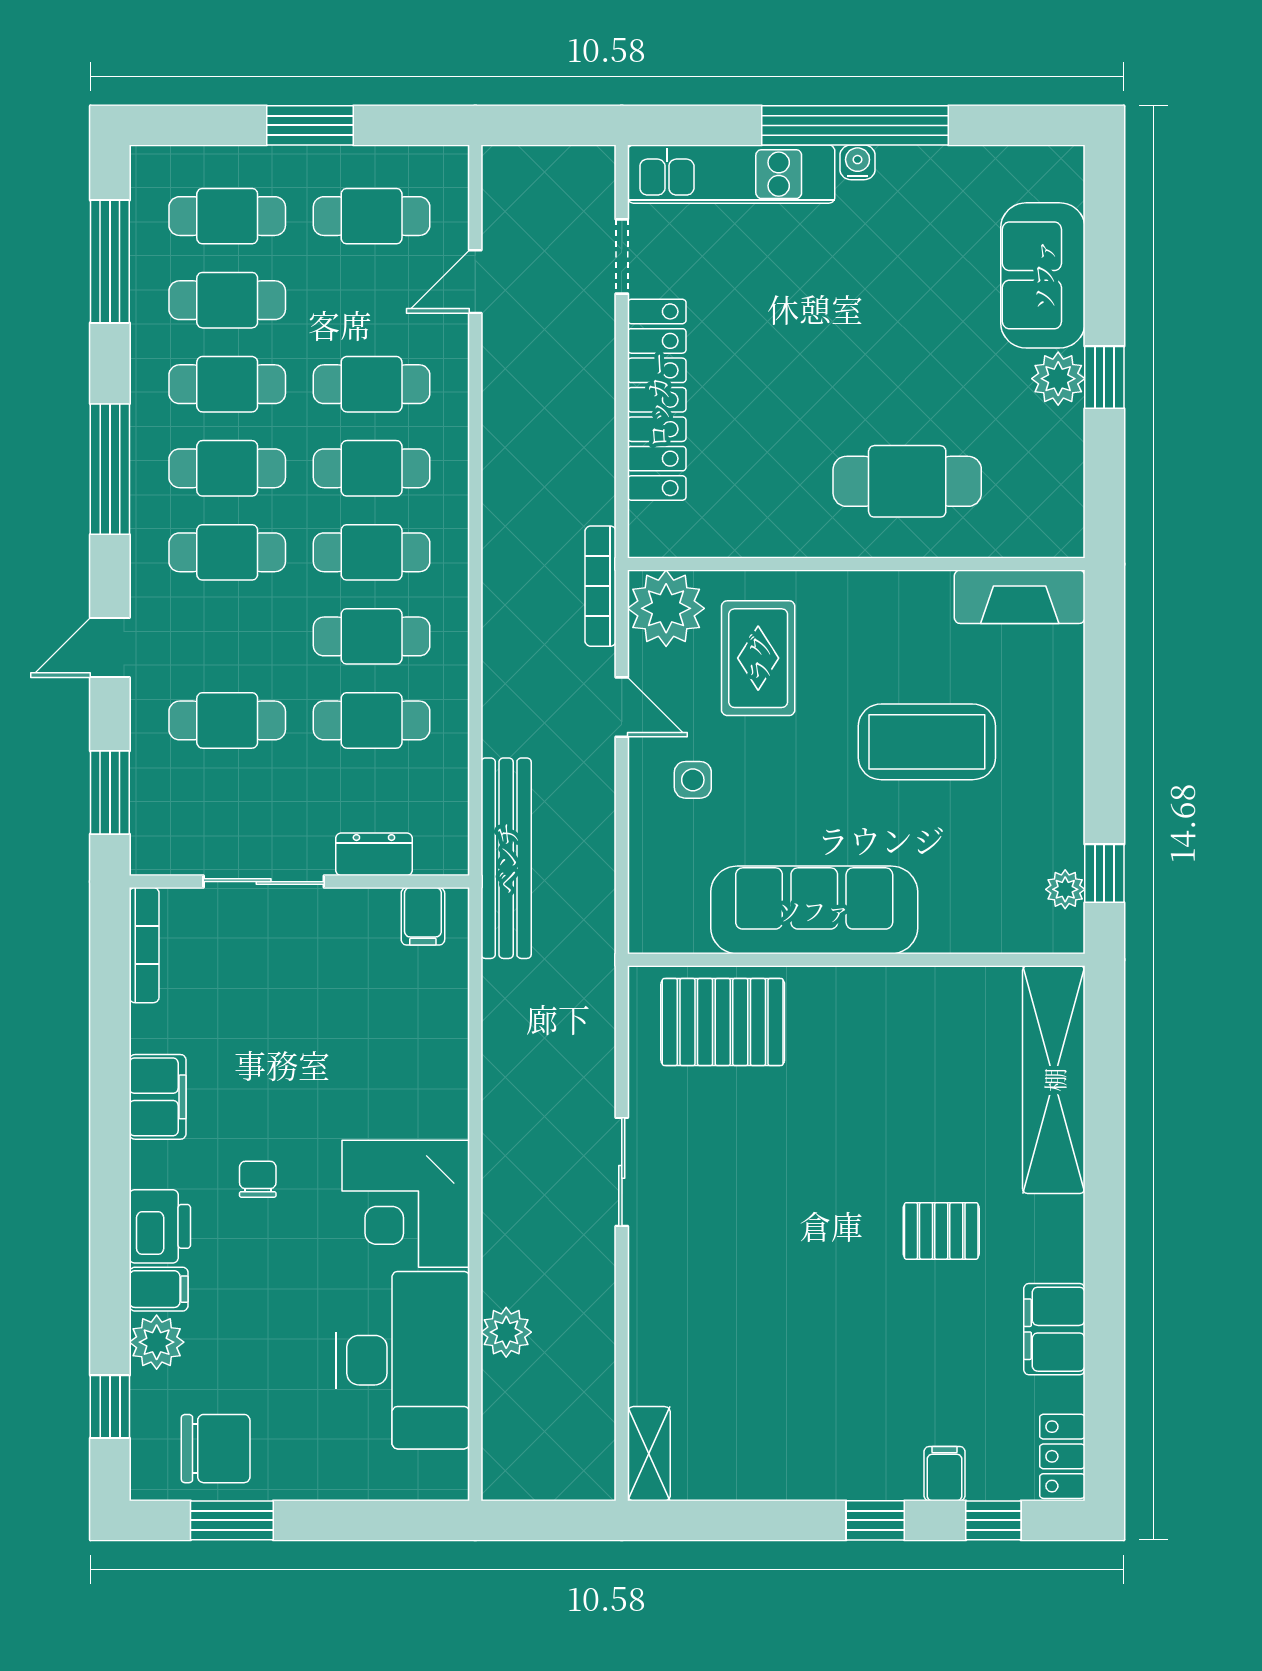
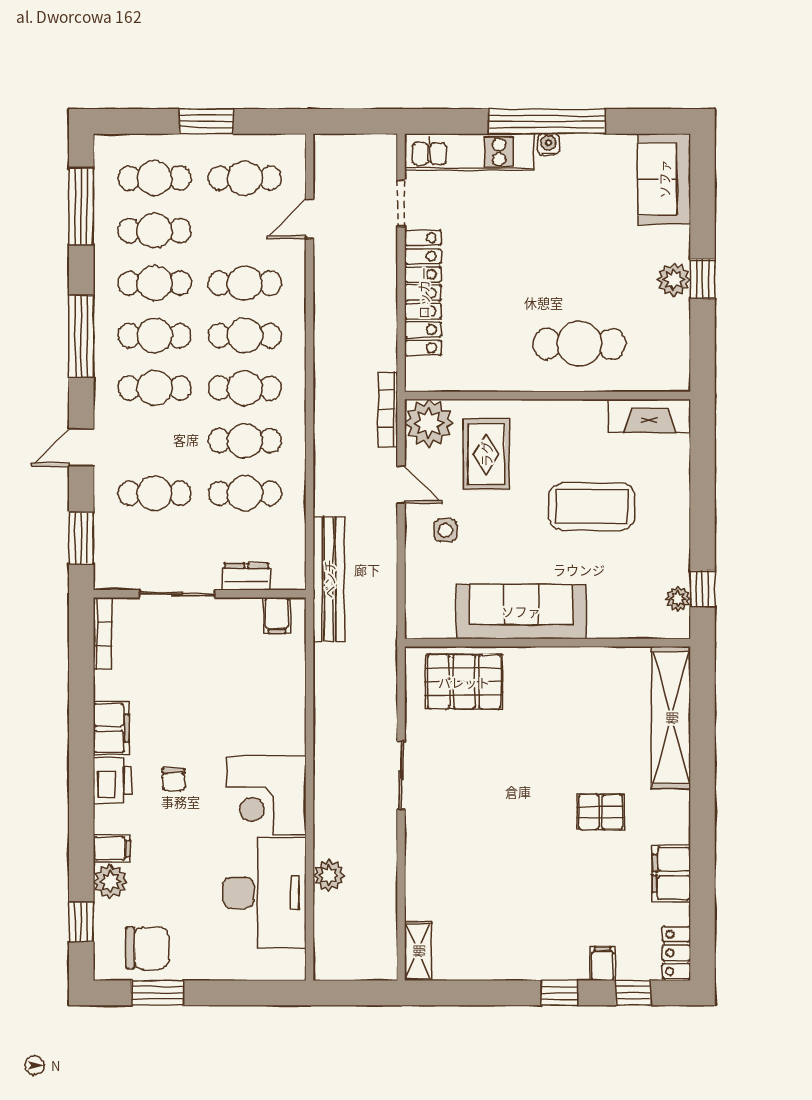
sofa: (1043, 275) -> (664, 179), moved
chair: (258, 1179) -> (174, 780), turned 180
printer: (160, 1226) -> (112, 780), moved

